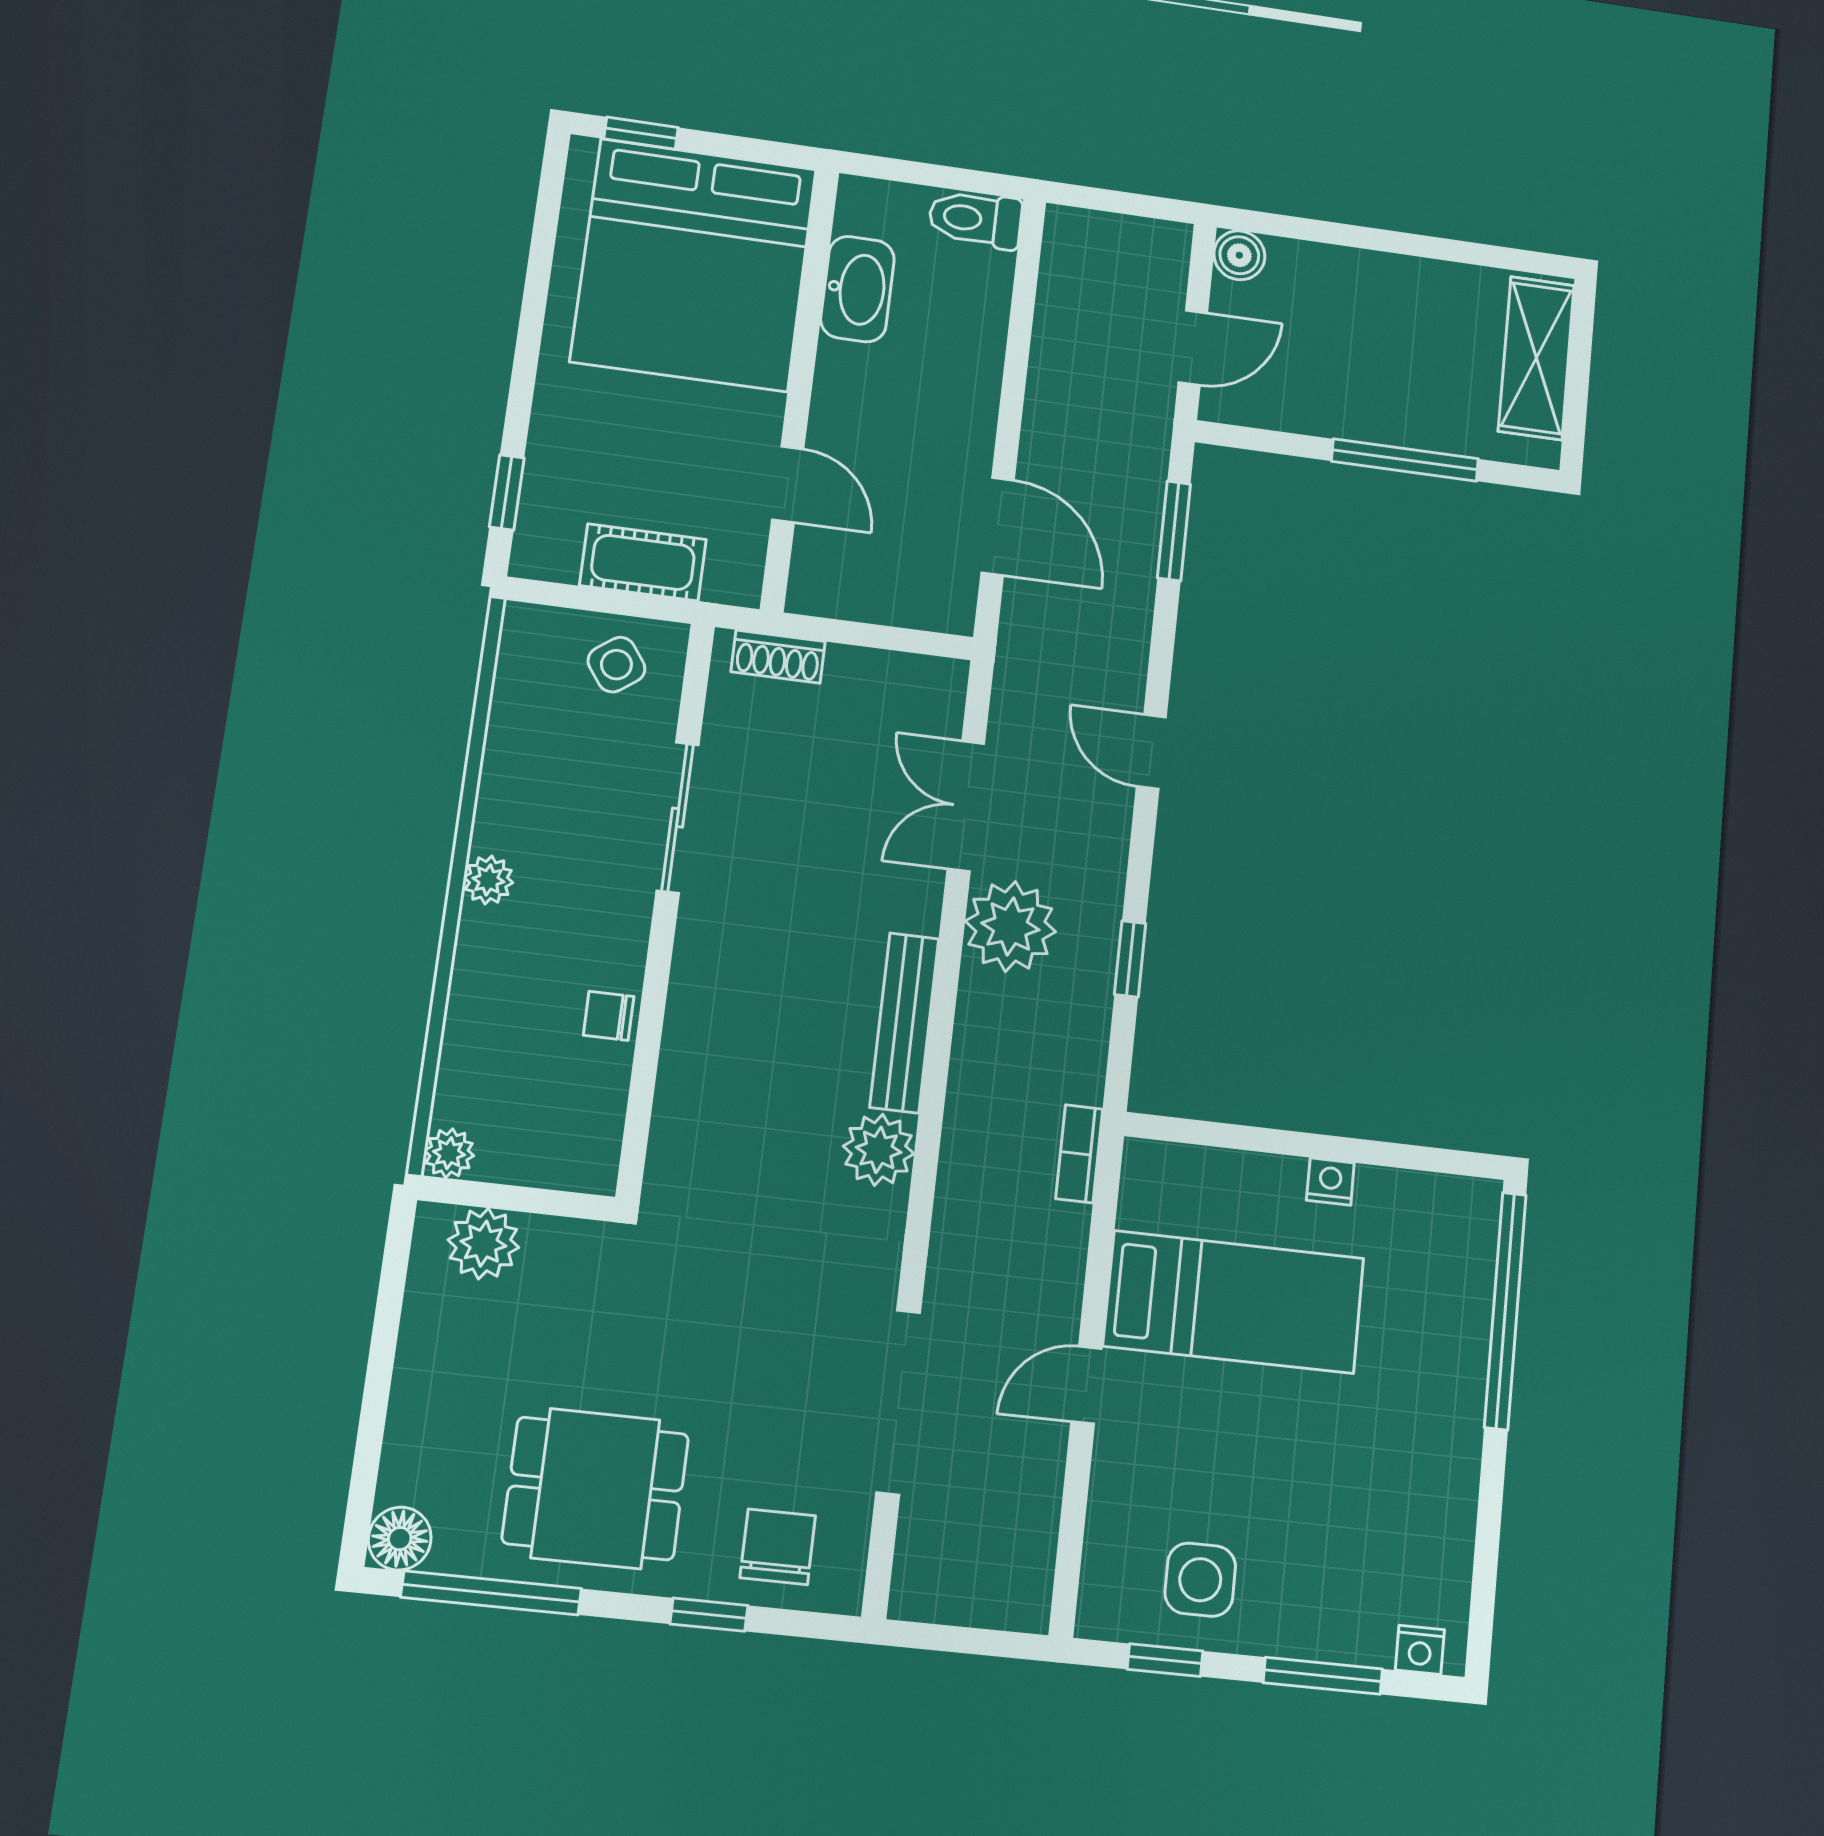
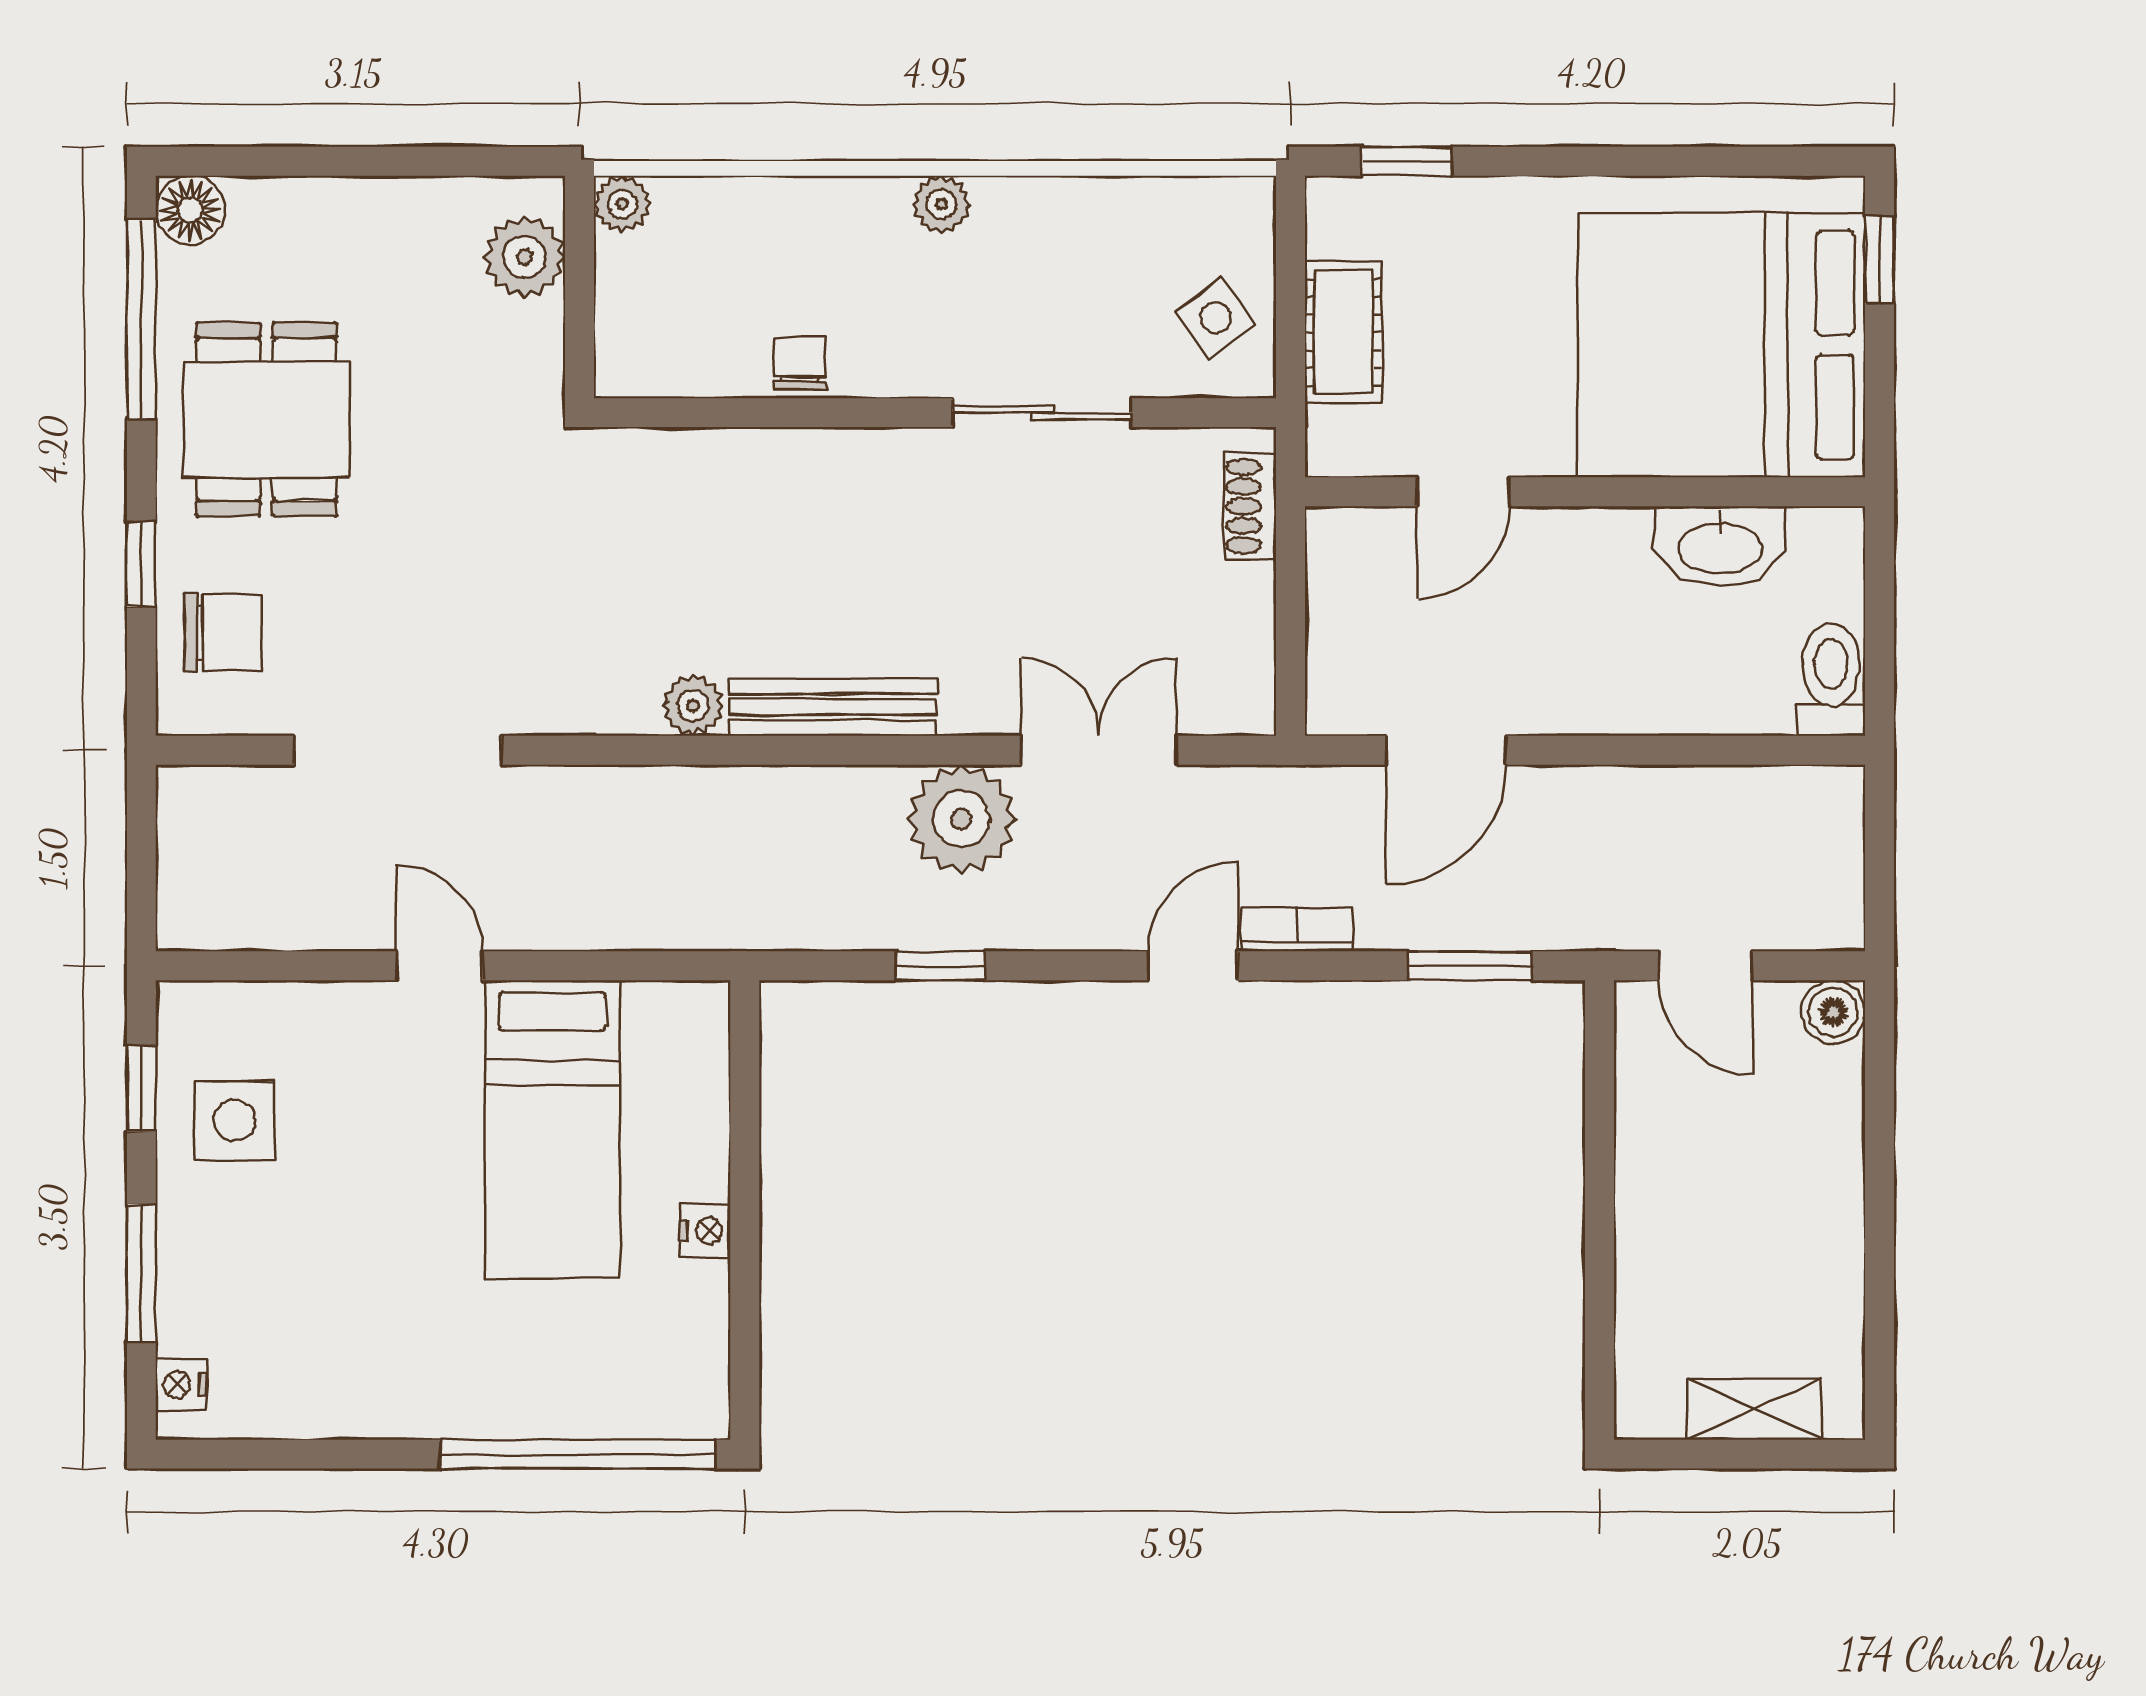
shelving: (1536, 358) -> (1755, 1409), width x0.67, depth x0.75
window: (1405, 460) -> (1599, 1244), removed
plant: (879, 1150) -> (693, 705), width x0.73, depth x0.73
bookcase: (1079, 1154) -> (1297, 929), moved

